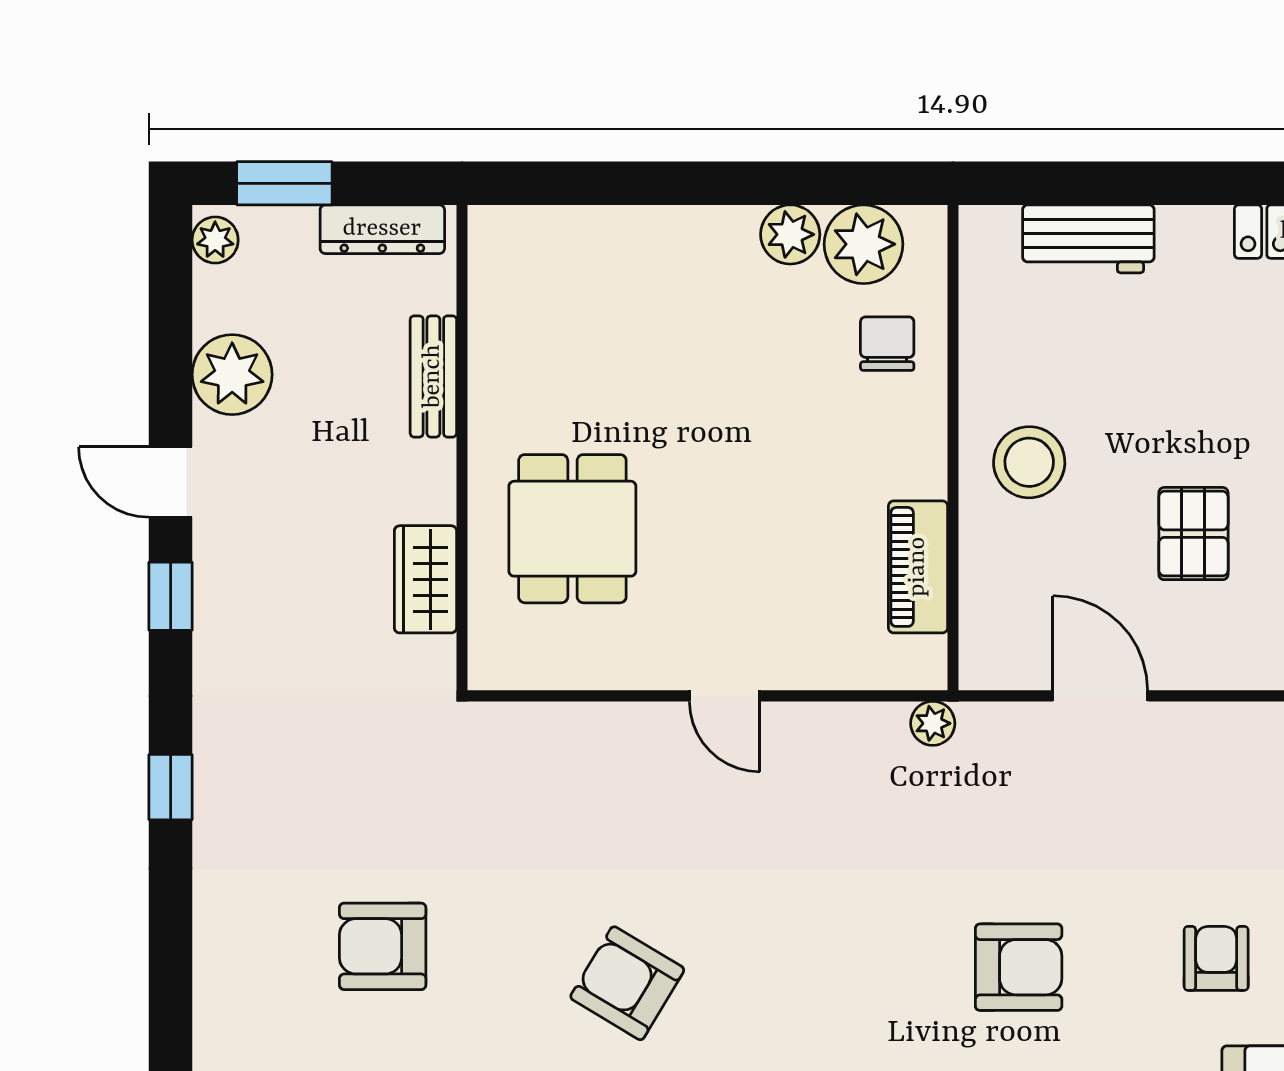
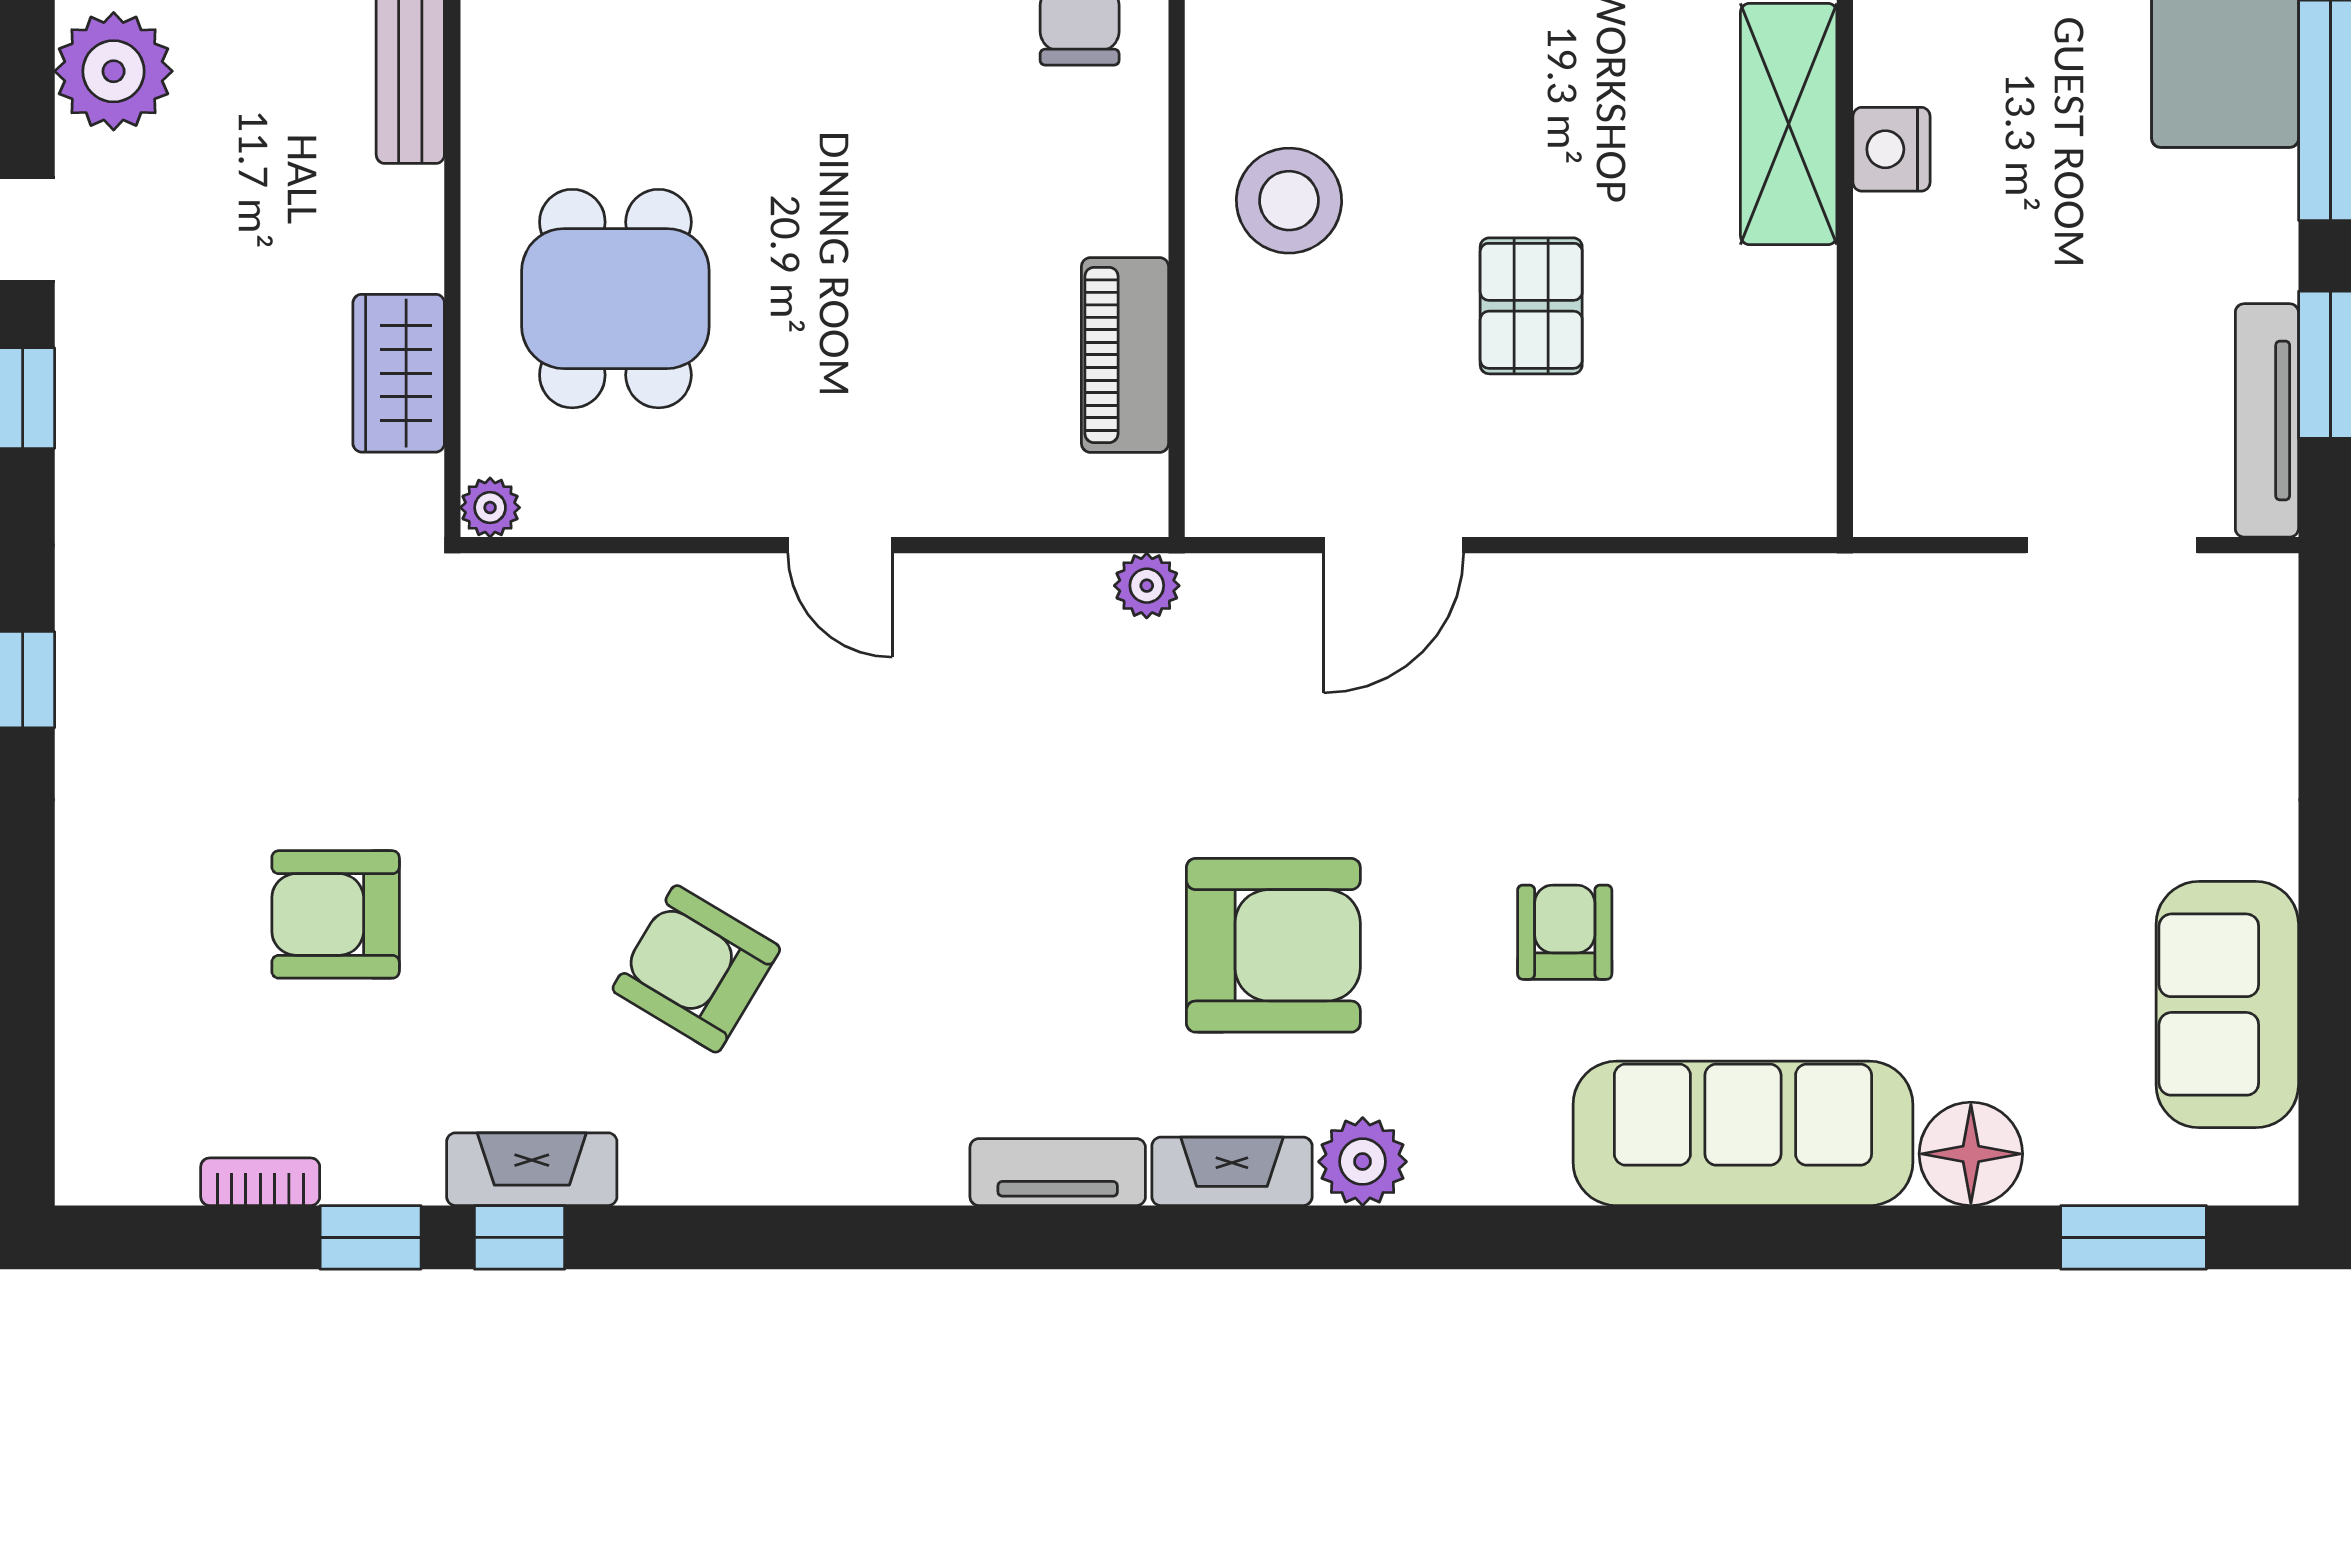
plant: (487, 670) -> (490, 508), added
door: (1100, 696) -> (1394, 545), swing flipped
armchair: (1019, 967) -> (1273, 945), width x1.36, depth x1.36

